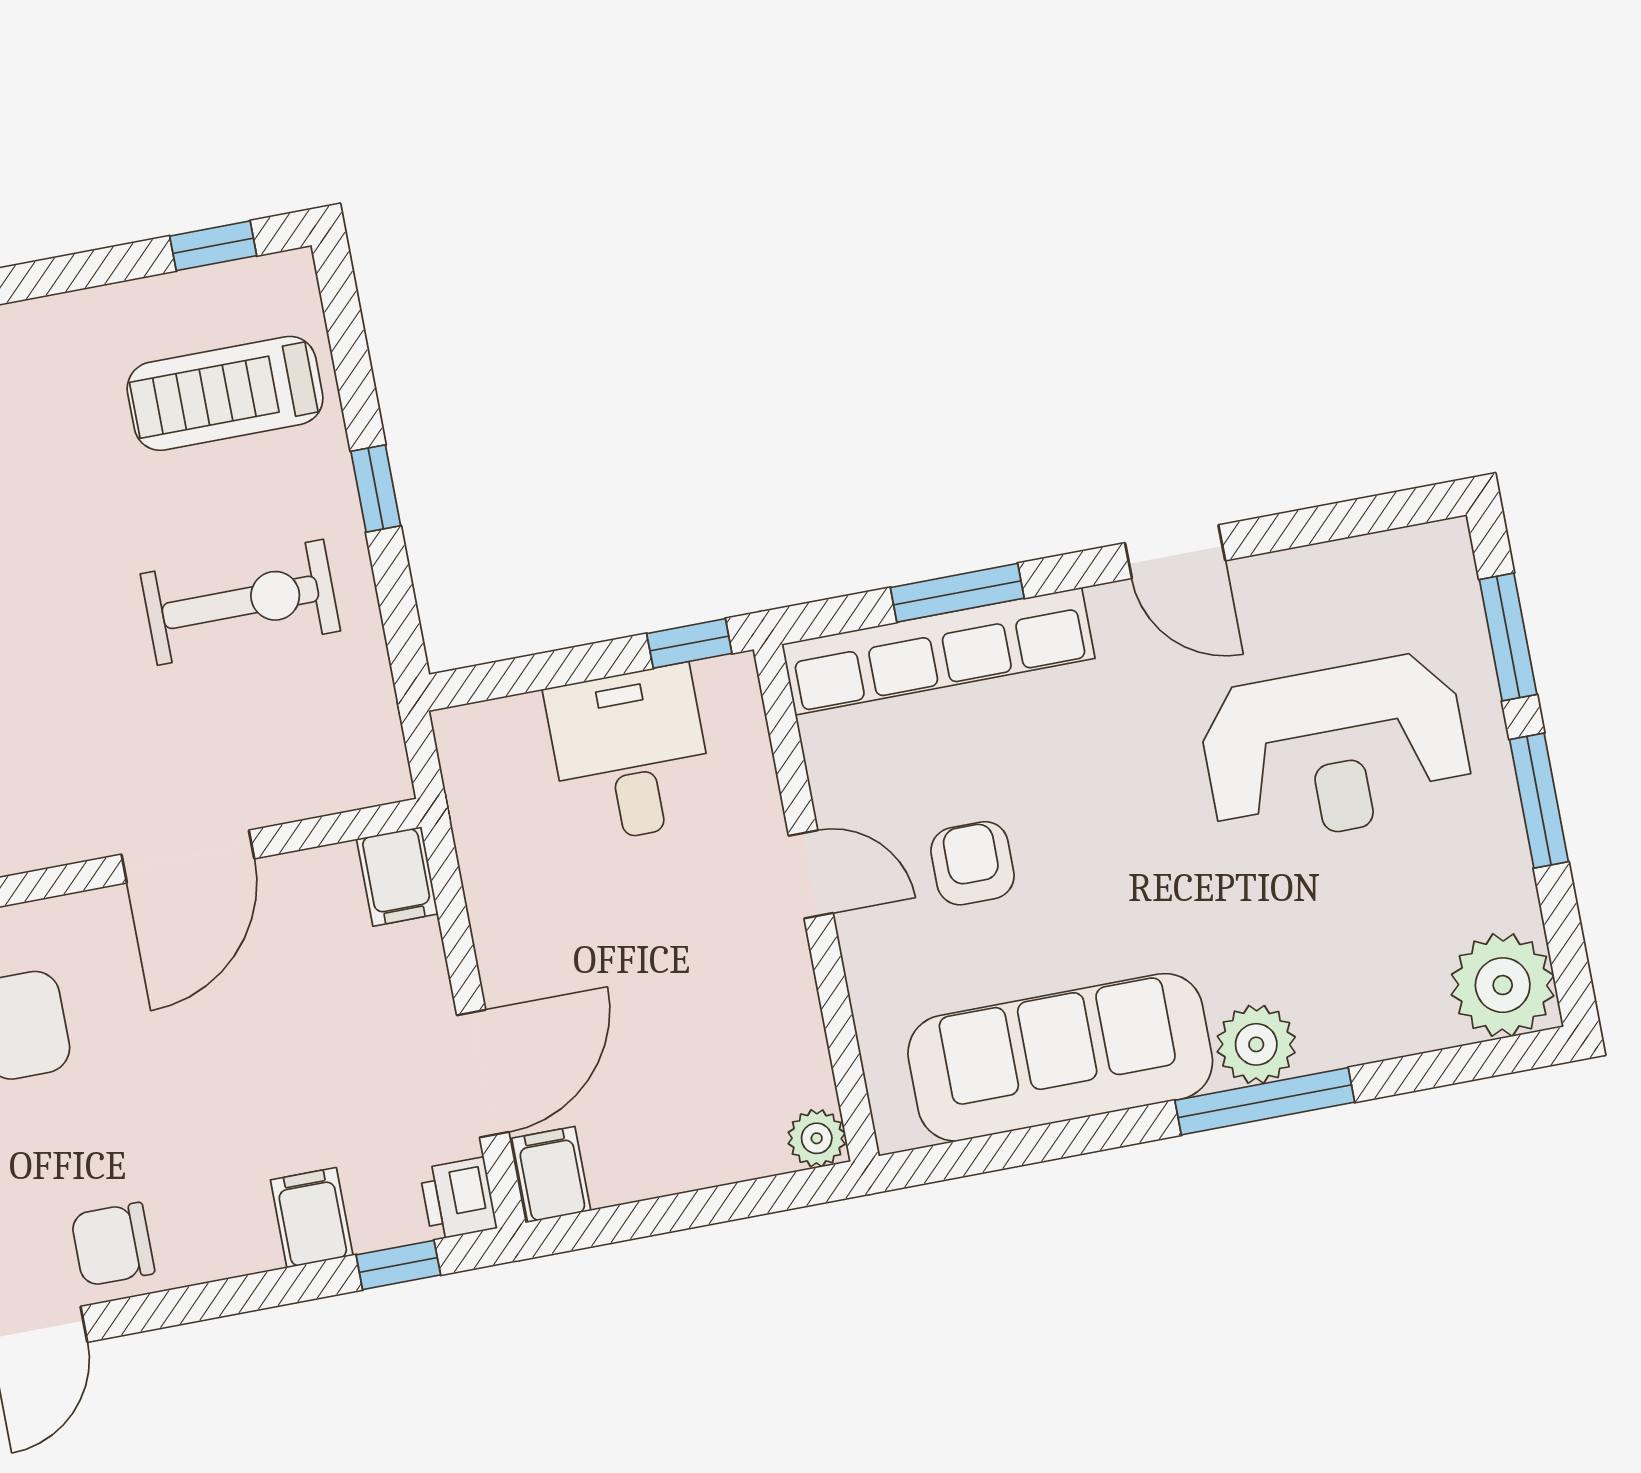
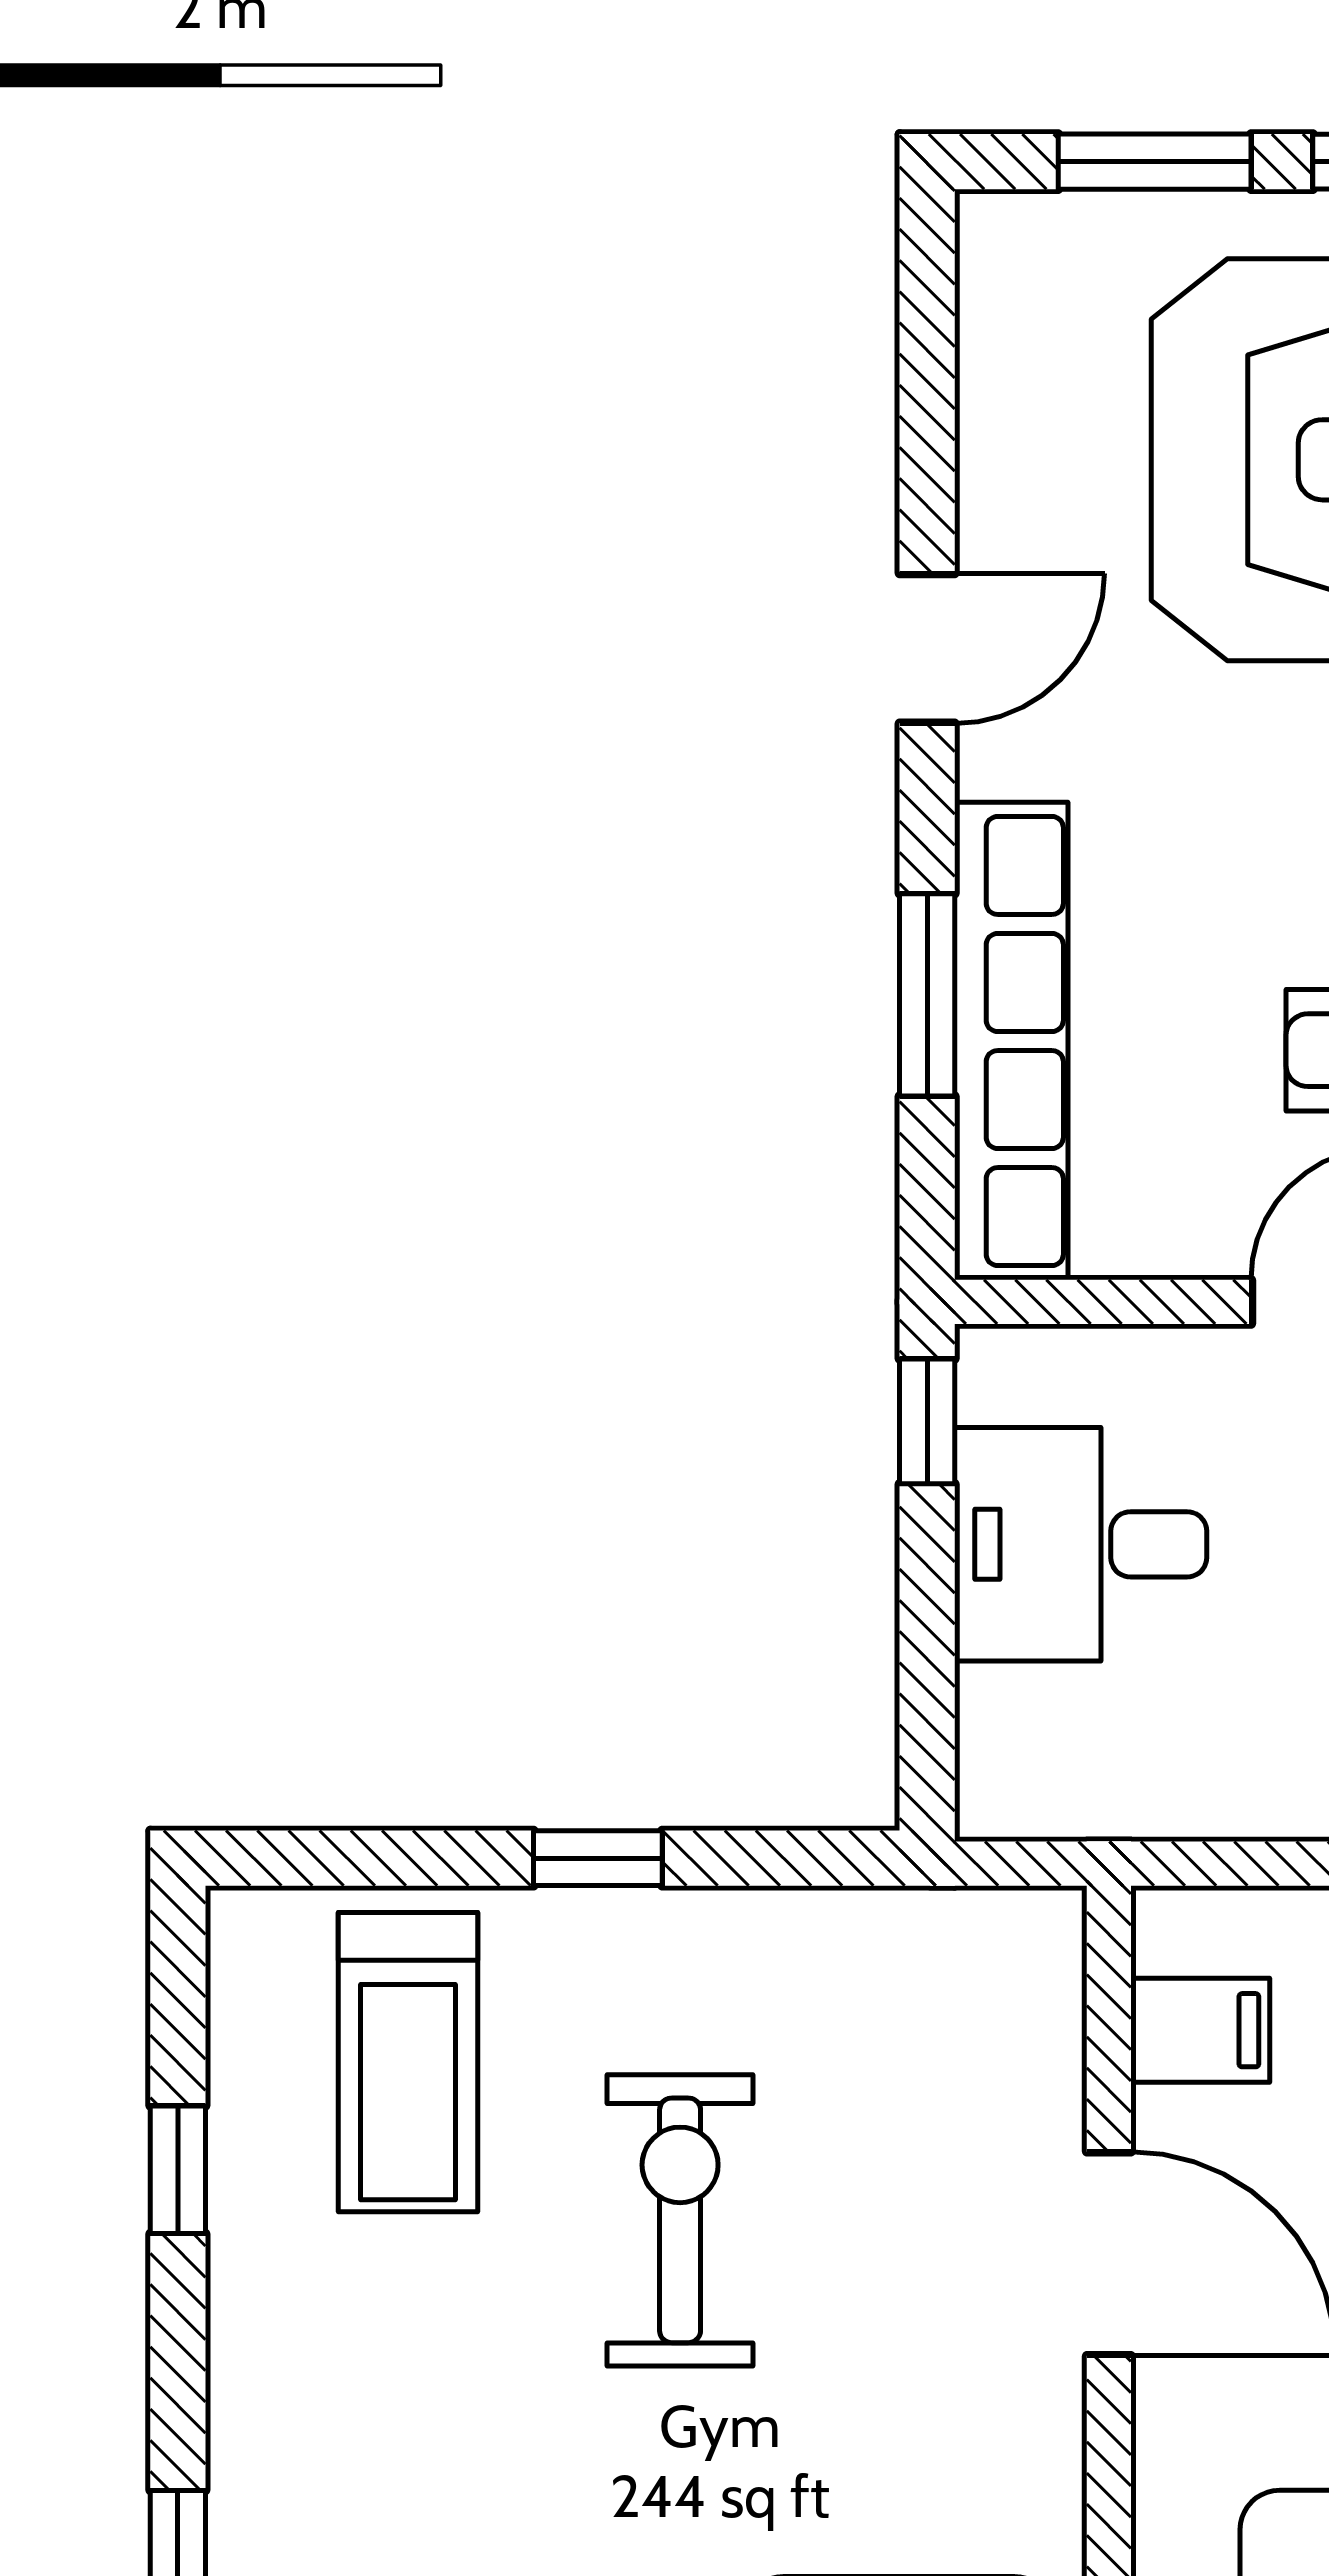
window: (213, 246) -> (178, 2170), moved
exercise bike: (240, 602) -> (680, 2220), moved
filing cabinet: (397, 876) -> (1200, 2030), moved

